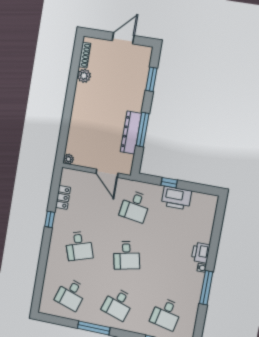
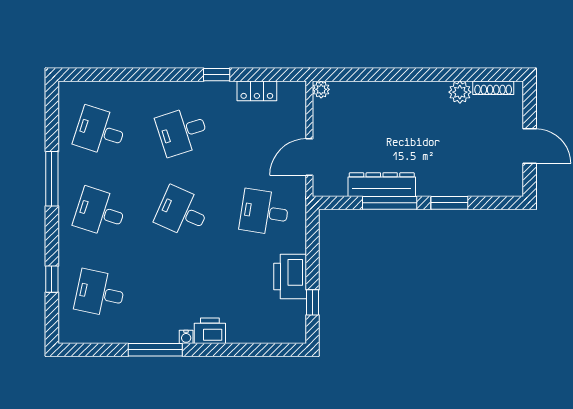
window: (151, 79) -> (449, 203), moved
window: (169, 183) -> (312, 302), moved
desk: (127, 255) -> (182, 212), turned 36

